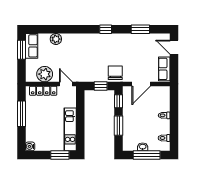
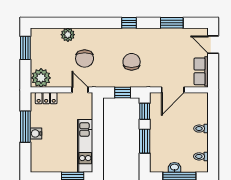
row of seats: (32, 46) -> (38, 43), removed
chair: (70, 58) -> (85, 59), added
chair: (115, 73) -> (132, 62), moved
plant: (45, 74) -> (41, 78), moved
locker: (43, 91) -> (46, 98), width x0.66
water cooler: (30, 146) -> (36, 133), moved

